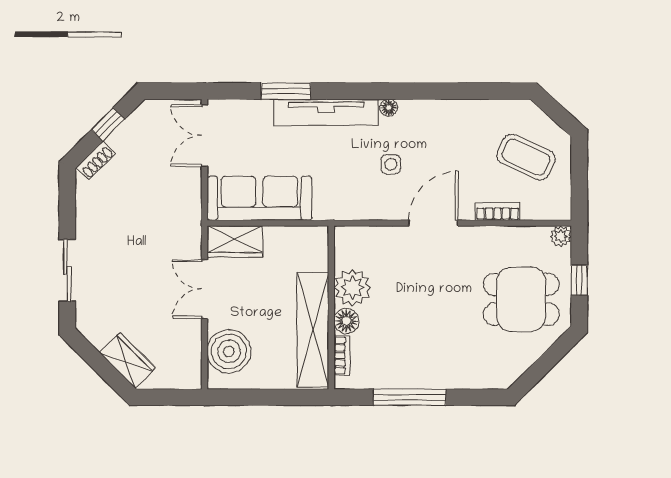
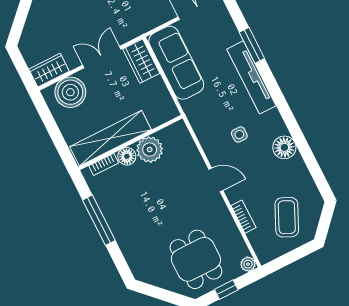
floor lamp: (389, 108) -> (284, 147), moved, width x1.89, depth x1.89
door: (433, 223) -> (216, 180), width x0.73
wardrobe: (128, 360) -> (49, 70), moved, turned -135

